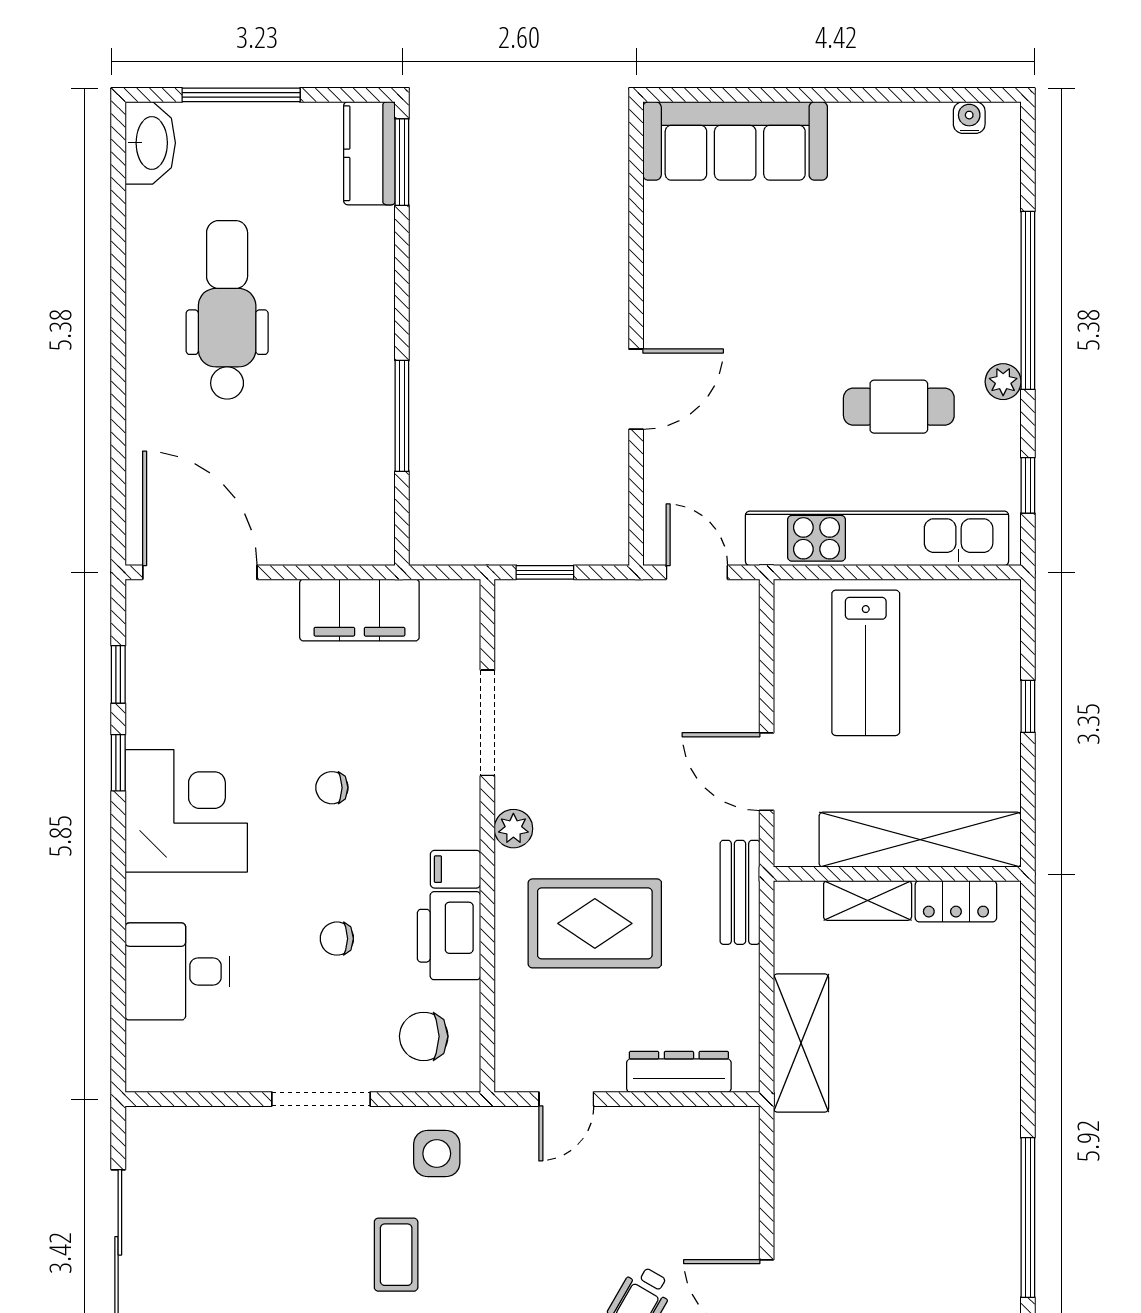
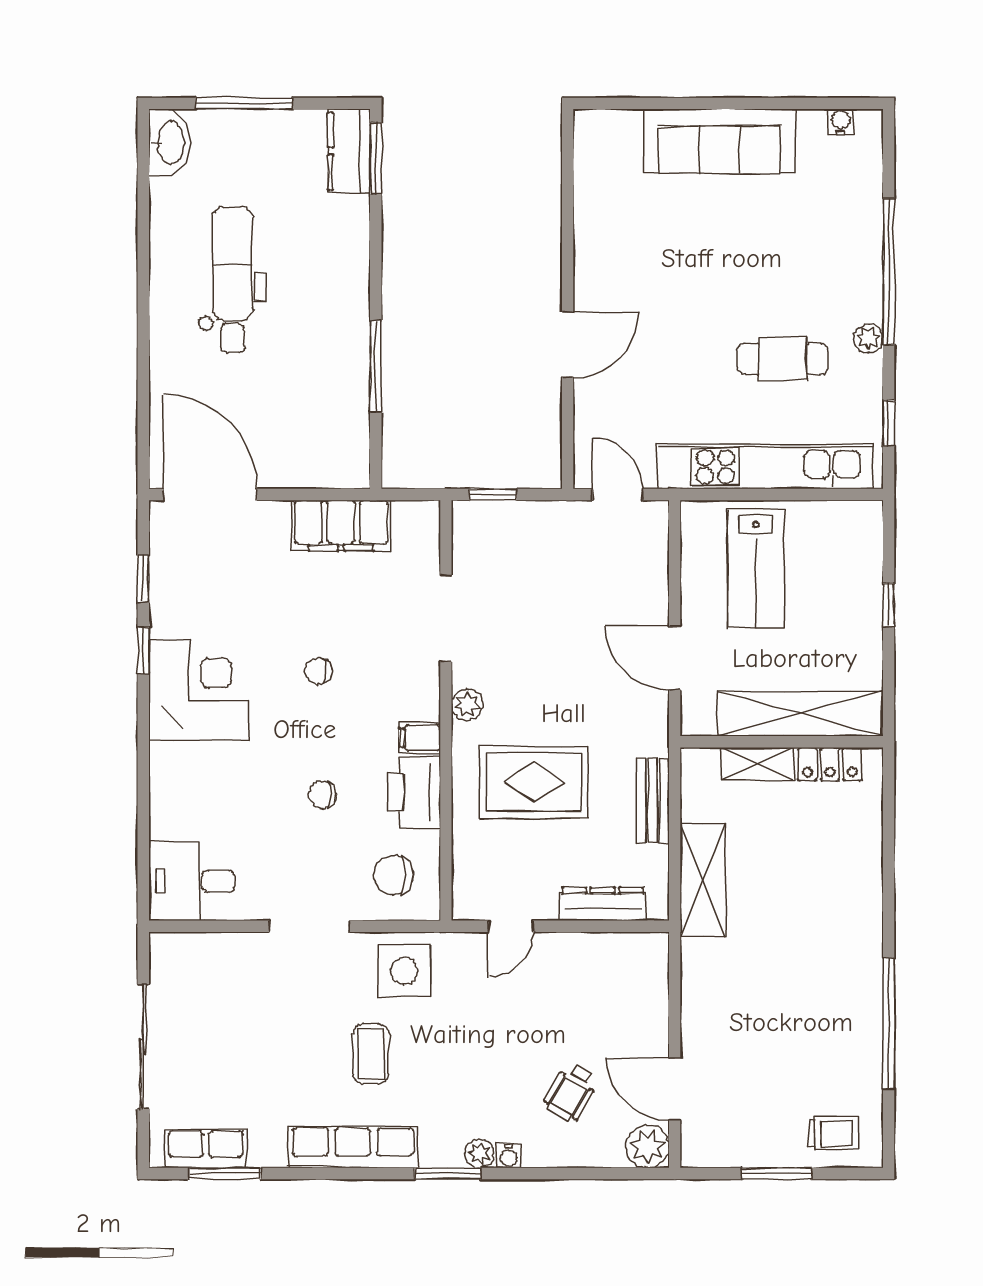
sofa: (735, 141) -> (720, 141), moved
bench: (740, 892) -> (653, 801), moved
desk: (177, 971) -> (192, 881), moved
side table: (437, 1154) -> (404, 971), width x1.37, depth x1.37

